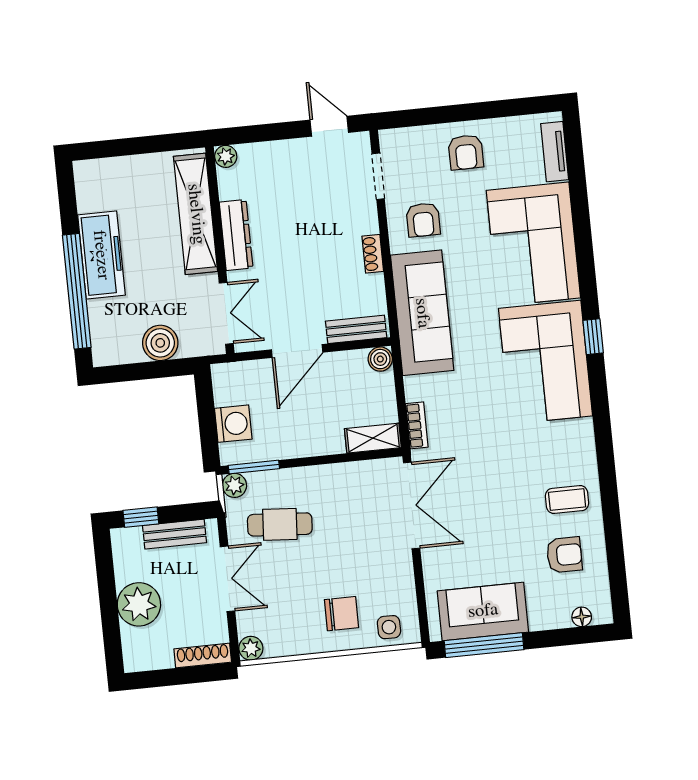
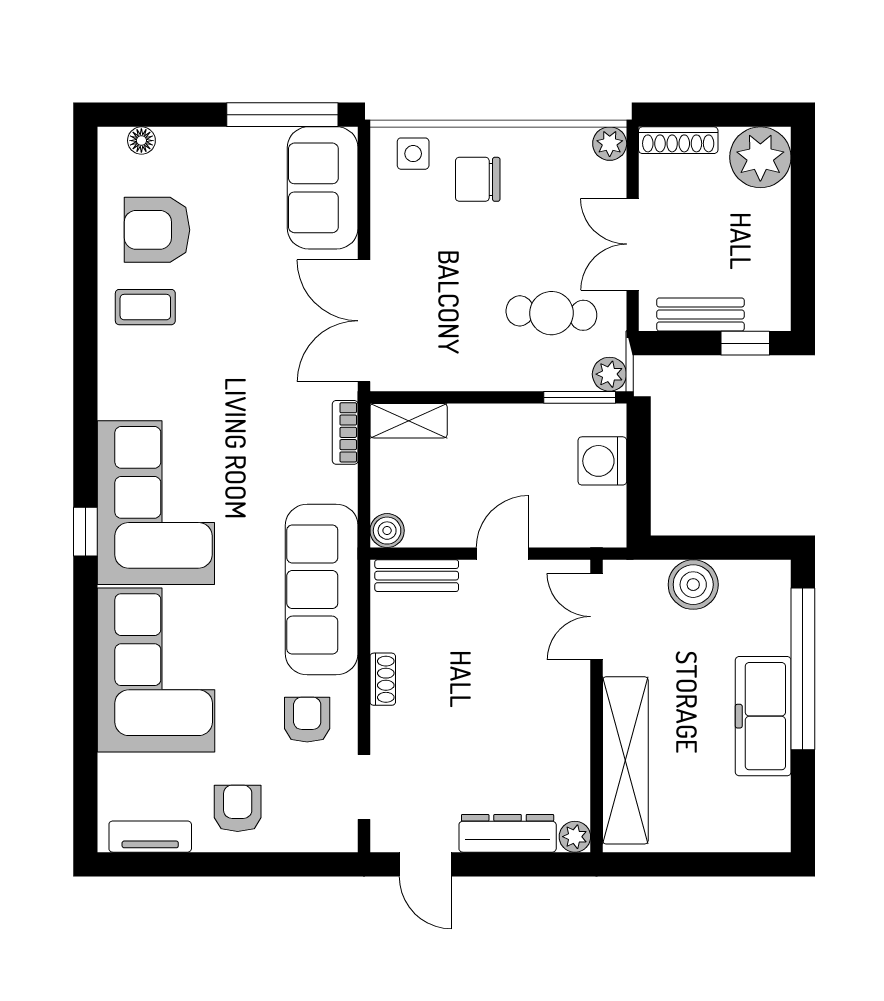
tv unit: (555, 152) -> (150, 837), moved, turned -90
dresser: (236, 235) -> (508, 833), moved, turned 90
door: (297, 351) -> (503, 554), width x0.73
armchair: (564, 555) -> (157, 230), width x1.38, depth x1.38
plant: (139, 604) -> (760, 157), moved
sofa: (483, 611) -> (323, 188), moved, turned 90

